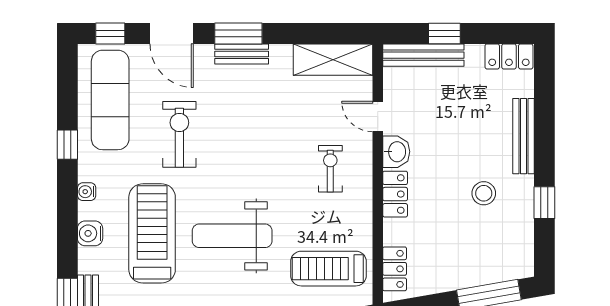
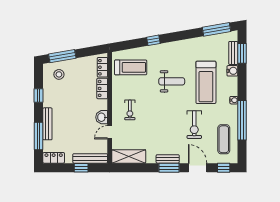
exercise mat: (110, 100) -> (224, 139), width x0.73, depth x0.69
window: (544, 108) -> (39, 136), added
door: (378, 116) -> (110, 132), swing flipped
window: (67, 145) -> (242, 120), width x3.17
stool: (484, 193) -> (59, 74), moved
locker: (395, 194) -> (102, 88), moved
water cooler: (90, 233) -> (232, 71), moved
weight bench: (232, 236) -> (172, 81), width x0.73, depth x0.75

